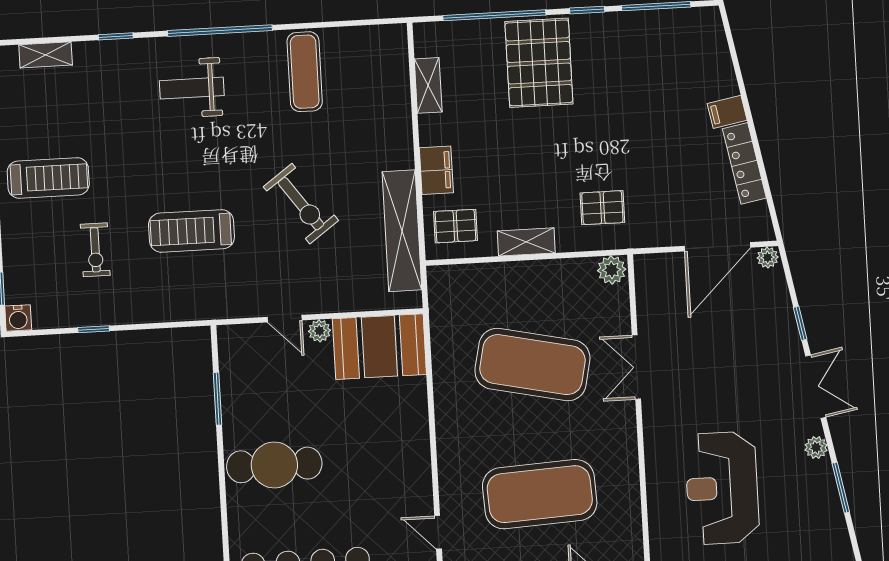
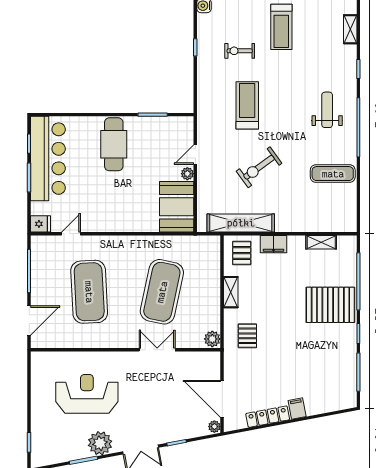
plant: (816, 447) -> (100, 443), width x1.87, depth x1.87

